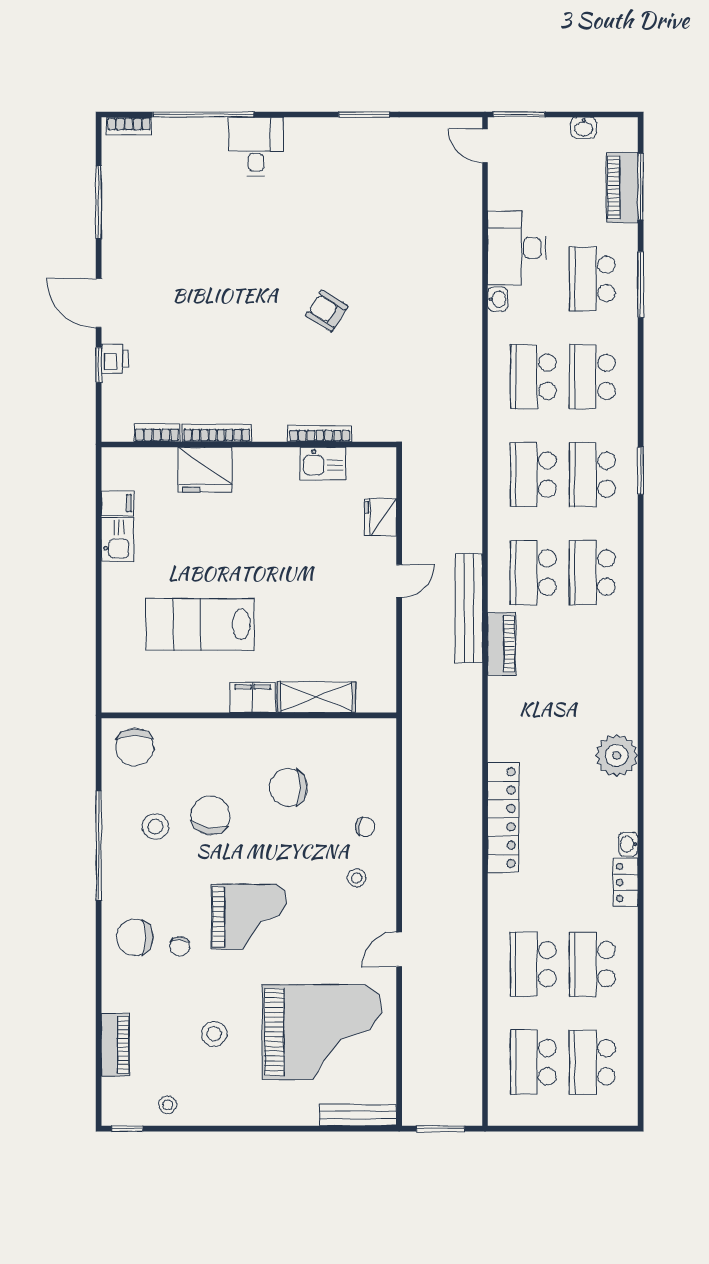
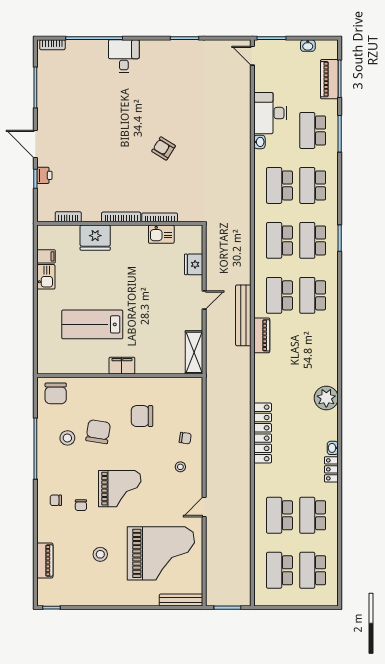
bookcase: (217, 433) -> (121, 217), moved
shelving: (316, 697) -> (194, 352), moved, turned 90
chair: (135, 937) -> (56, 500), width x0.54, depth x0.54
stool: (168, 1105) -> (74, 594), removed

